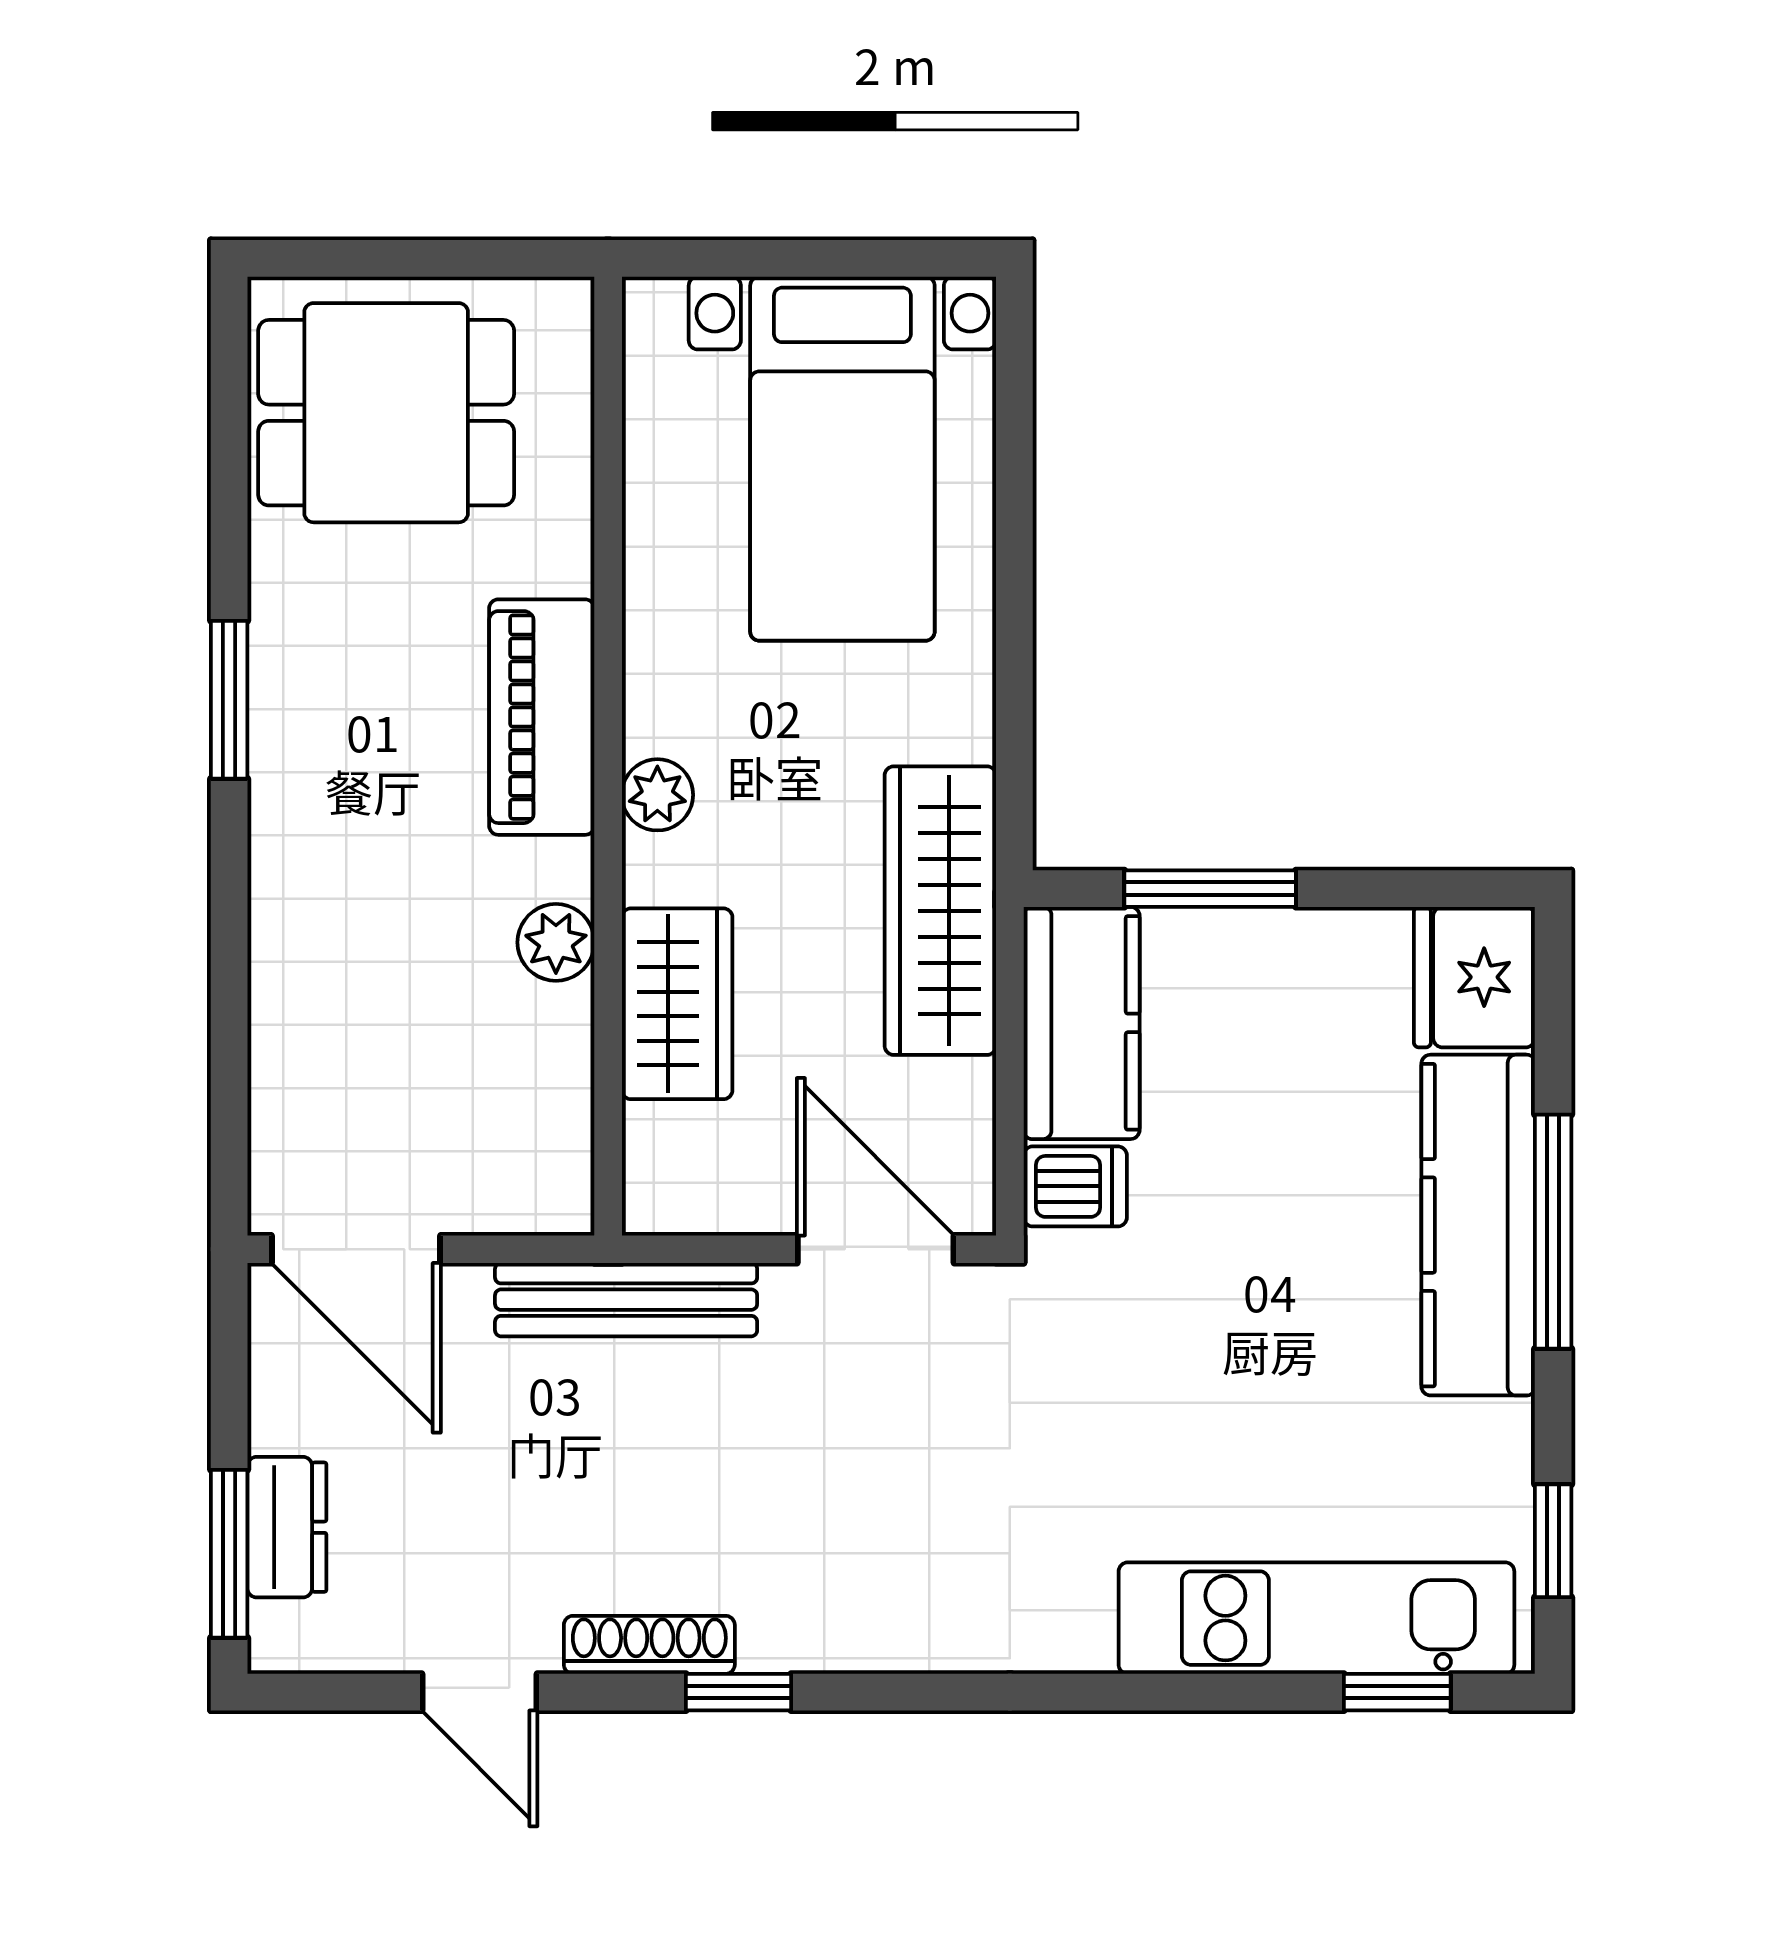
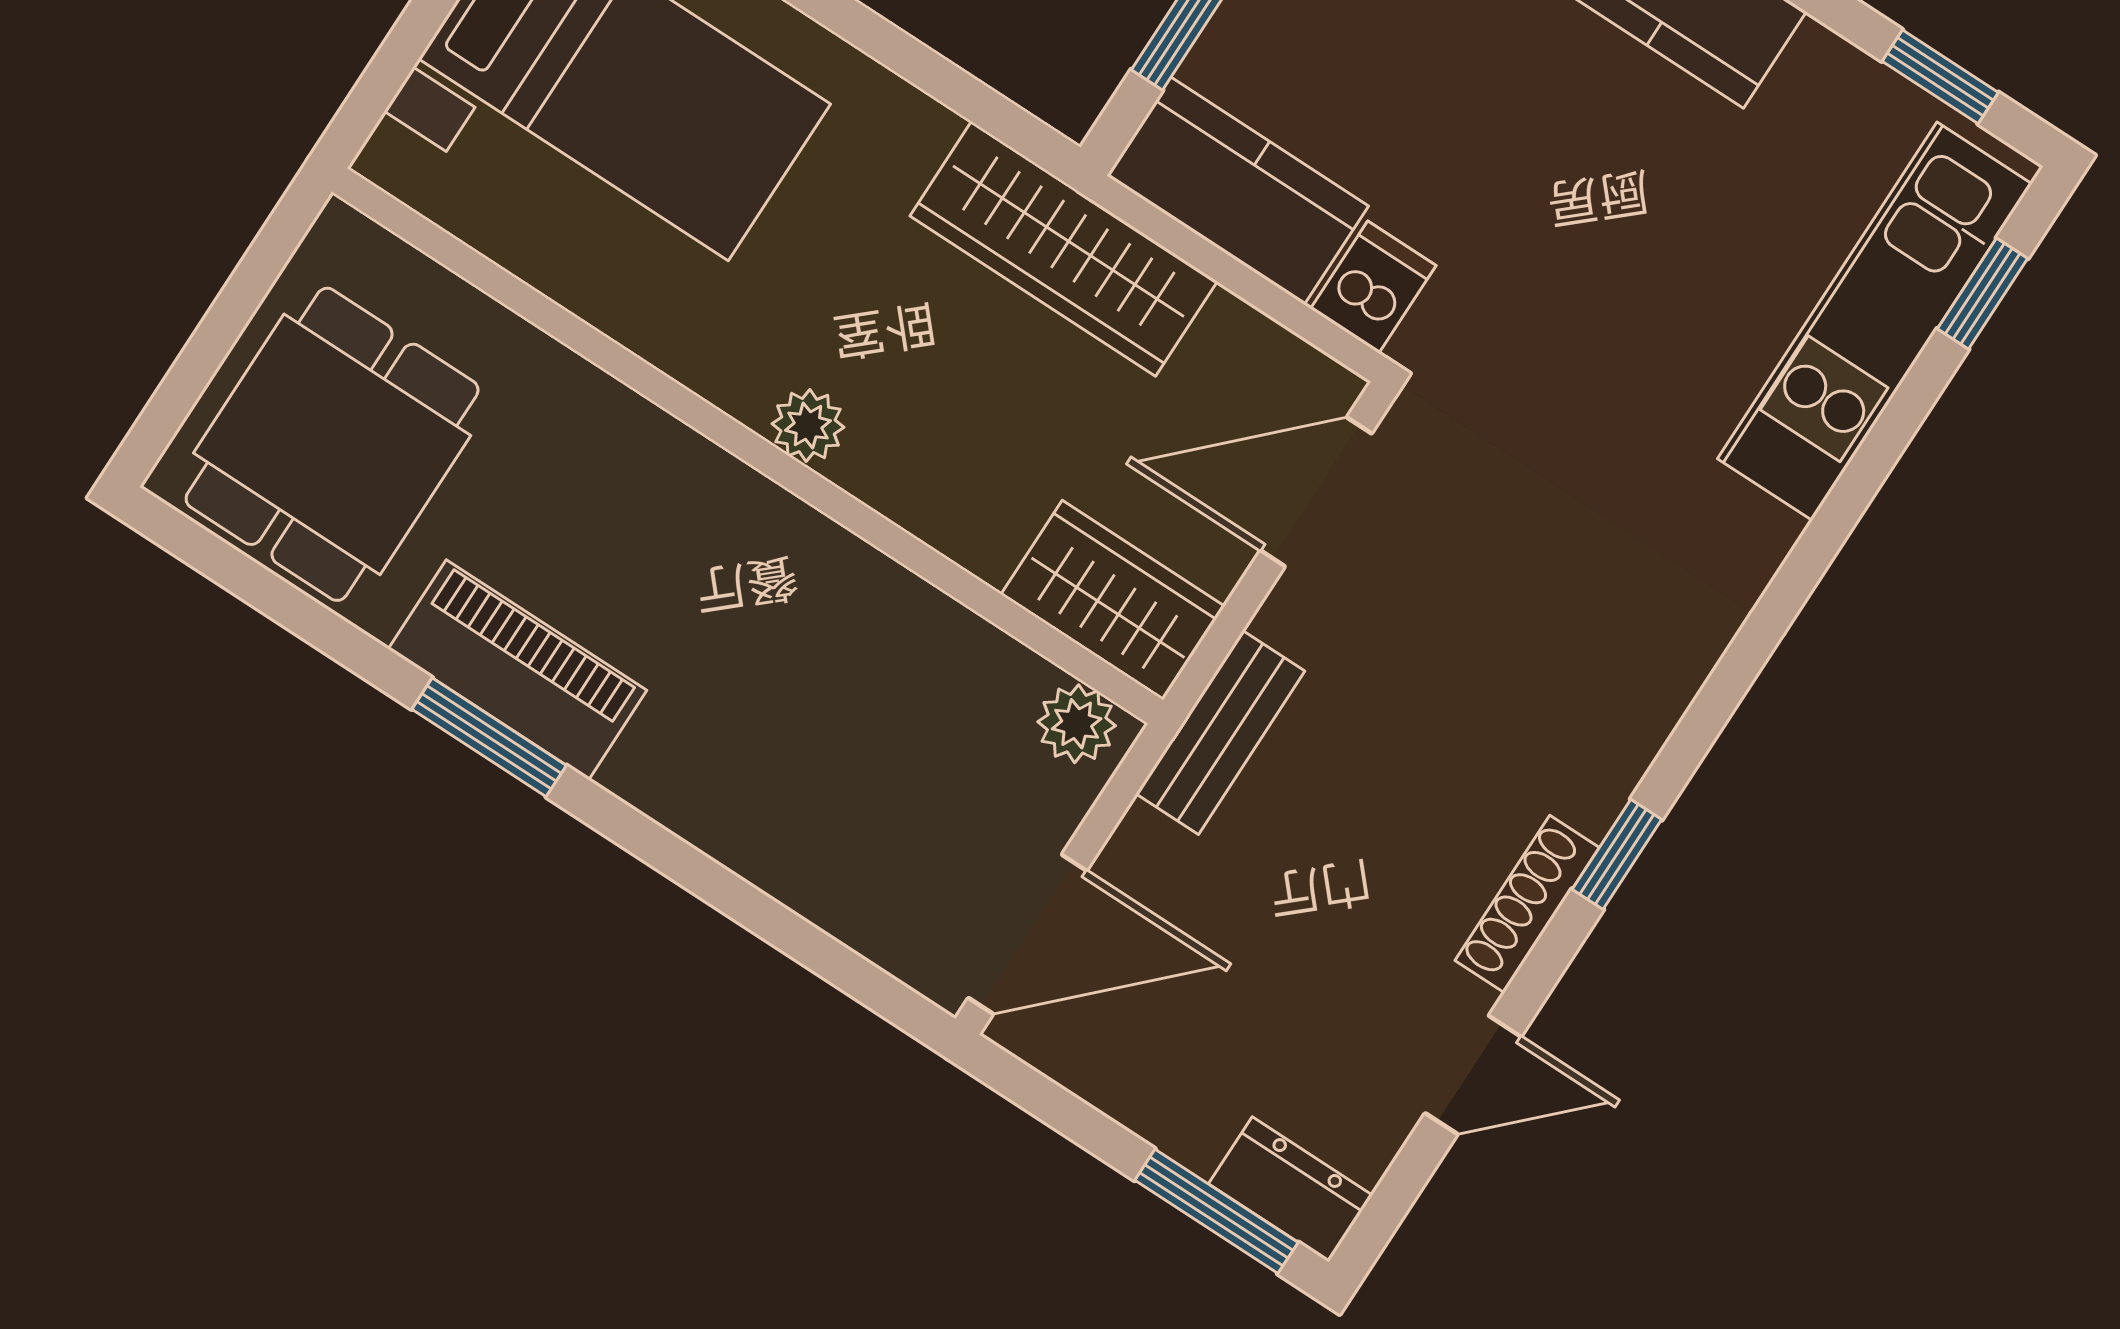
piano: (542, 717) -> (517, 670), moved, turned 180
plant: (556, 942) -> (1077, 724), moved
wardrobe: (677, 1004) -> (1113, 600), moved
bench: (626, 1300) -> (1220, 732), width x0.73
dresser: (287, 1527) -> (1290, 1189), moved

